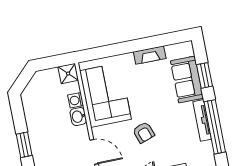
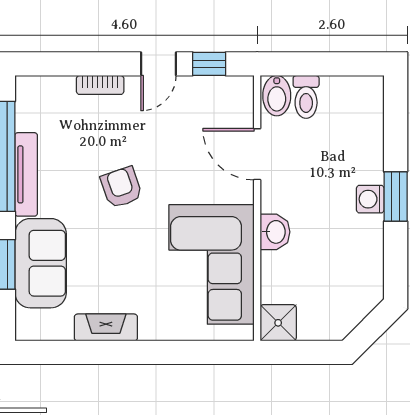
washing machine: (76, 100) -> (370, 199), moved, turned 180
armchair: (144, 132) -> (121, 187), moved

